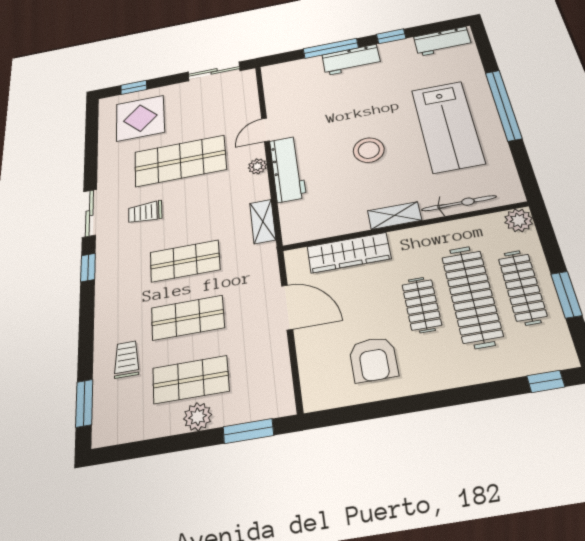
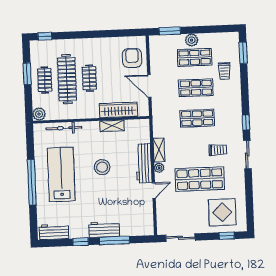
shelving: (394, 215) -> (112, 126), moved
shelving: (263, 221) -> (159, 150), moved
clothes rail: (522, 287) -> (45, 80), width x0.73
armchair: (373, 359) -> (132, 58), moved

